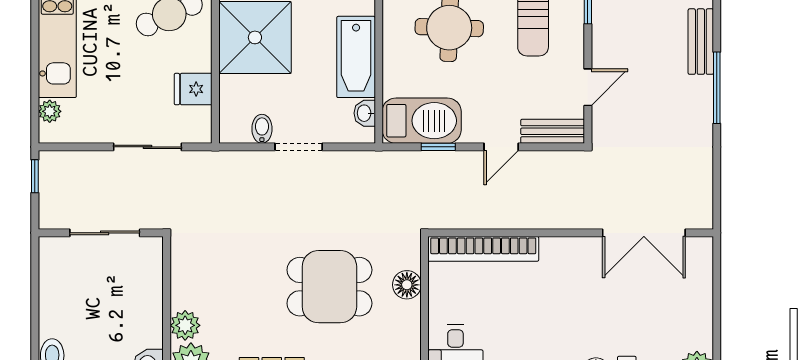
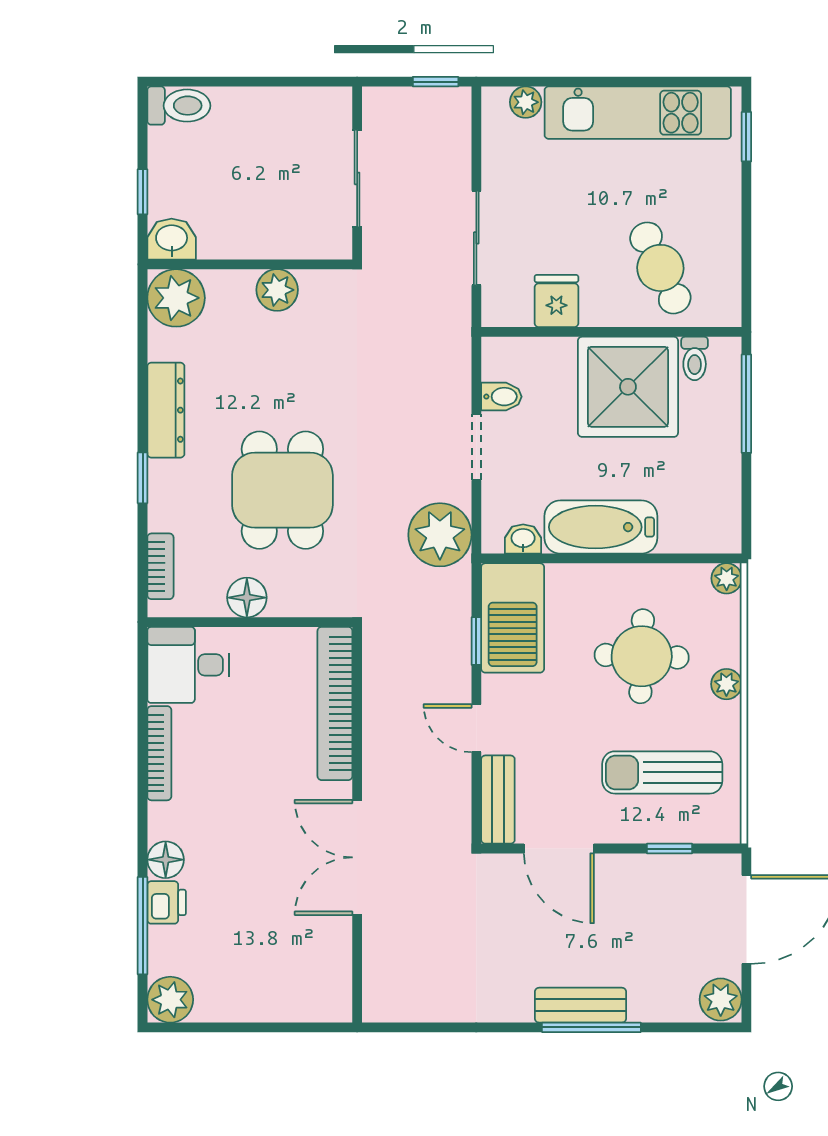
bench: (701, 42) -> (581, 1005), moved
door: (588, 87) -> (559, 849), width x1.38
window: (717, 88) -> (591, 1027), moved
plant: (362, 173) -> (440, 535), added
double door: (644, 233) -> (357, 857), moved
floor lamp: (407, 285) -> (247, 598), moved
plant: (185, 325) -> (277, 290), moved

